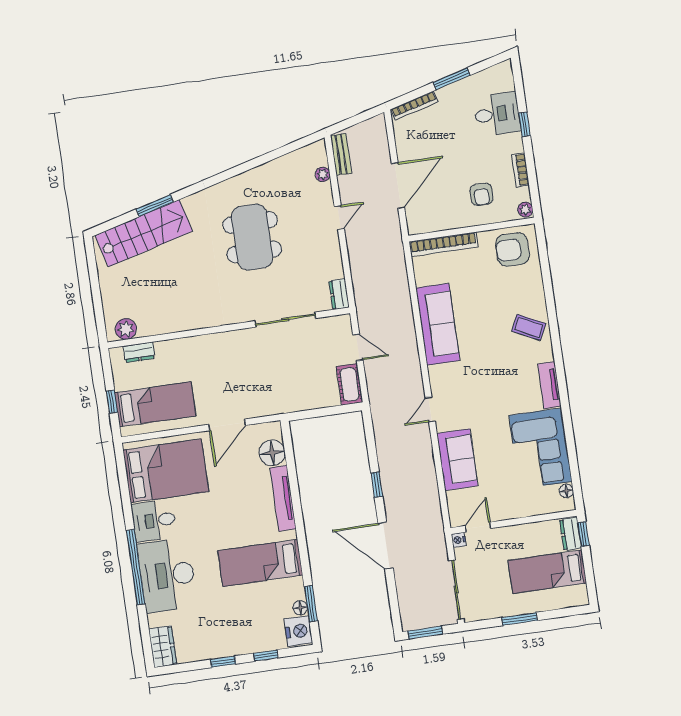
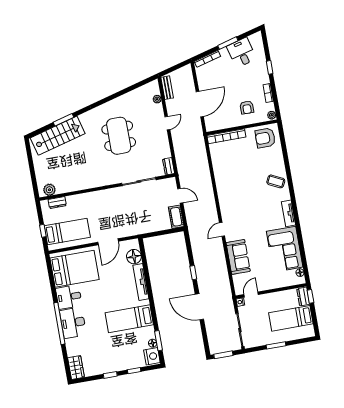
desk: (497, 114) -> (242, 53), moved, turned -105
sofa: (438, 324) -> (225, 181), removed
desk: (167, 575) -> (73, 323), width x0.73, depth x0.77

